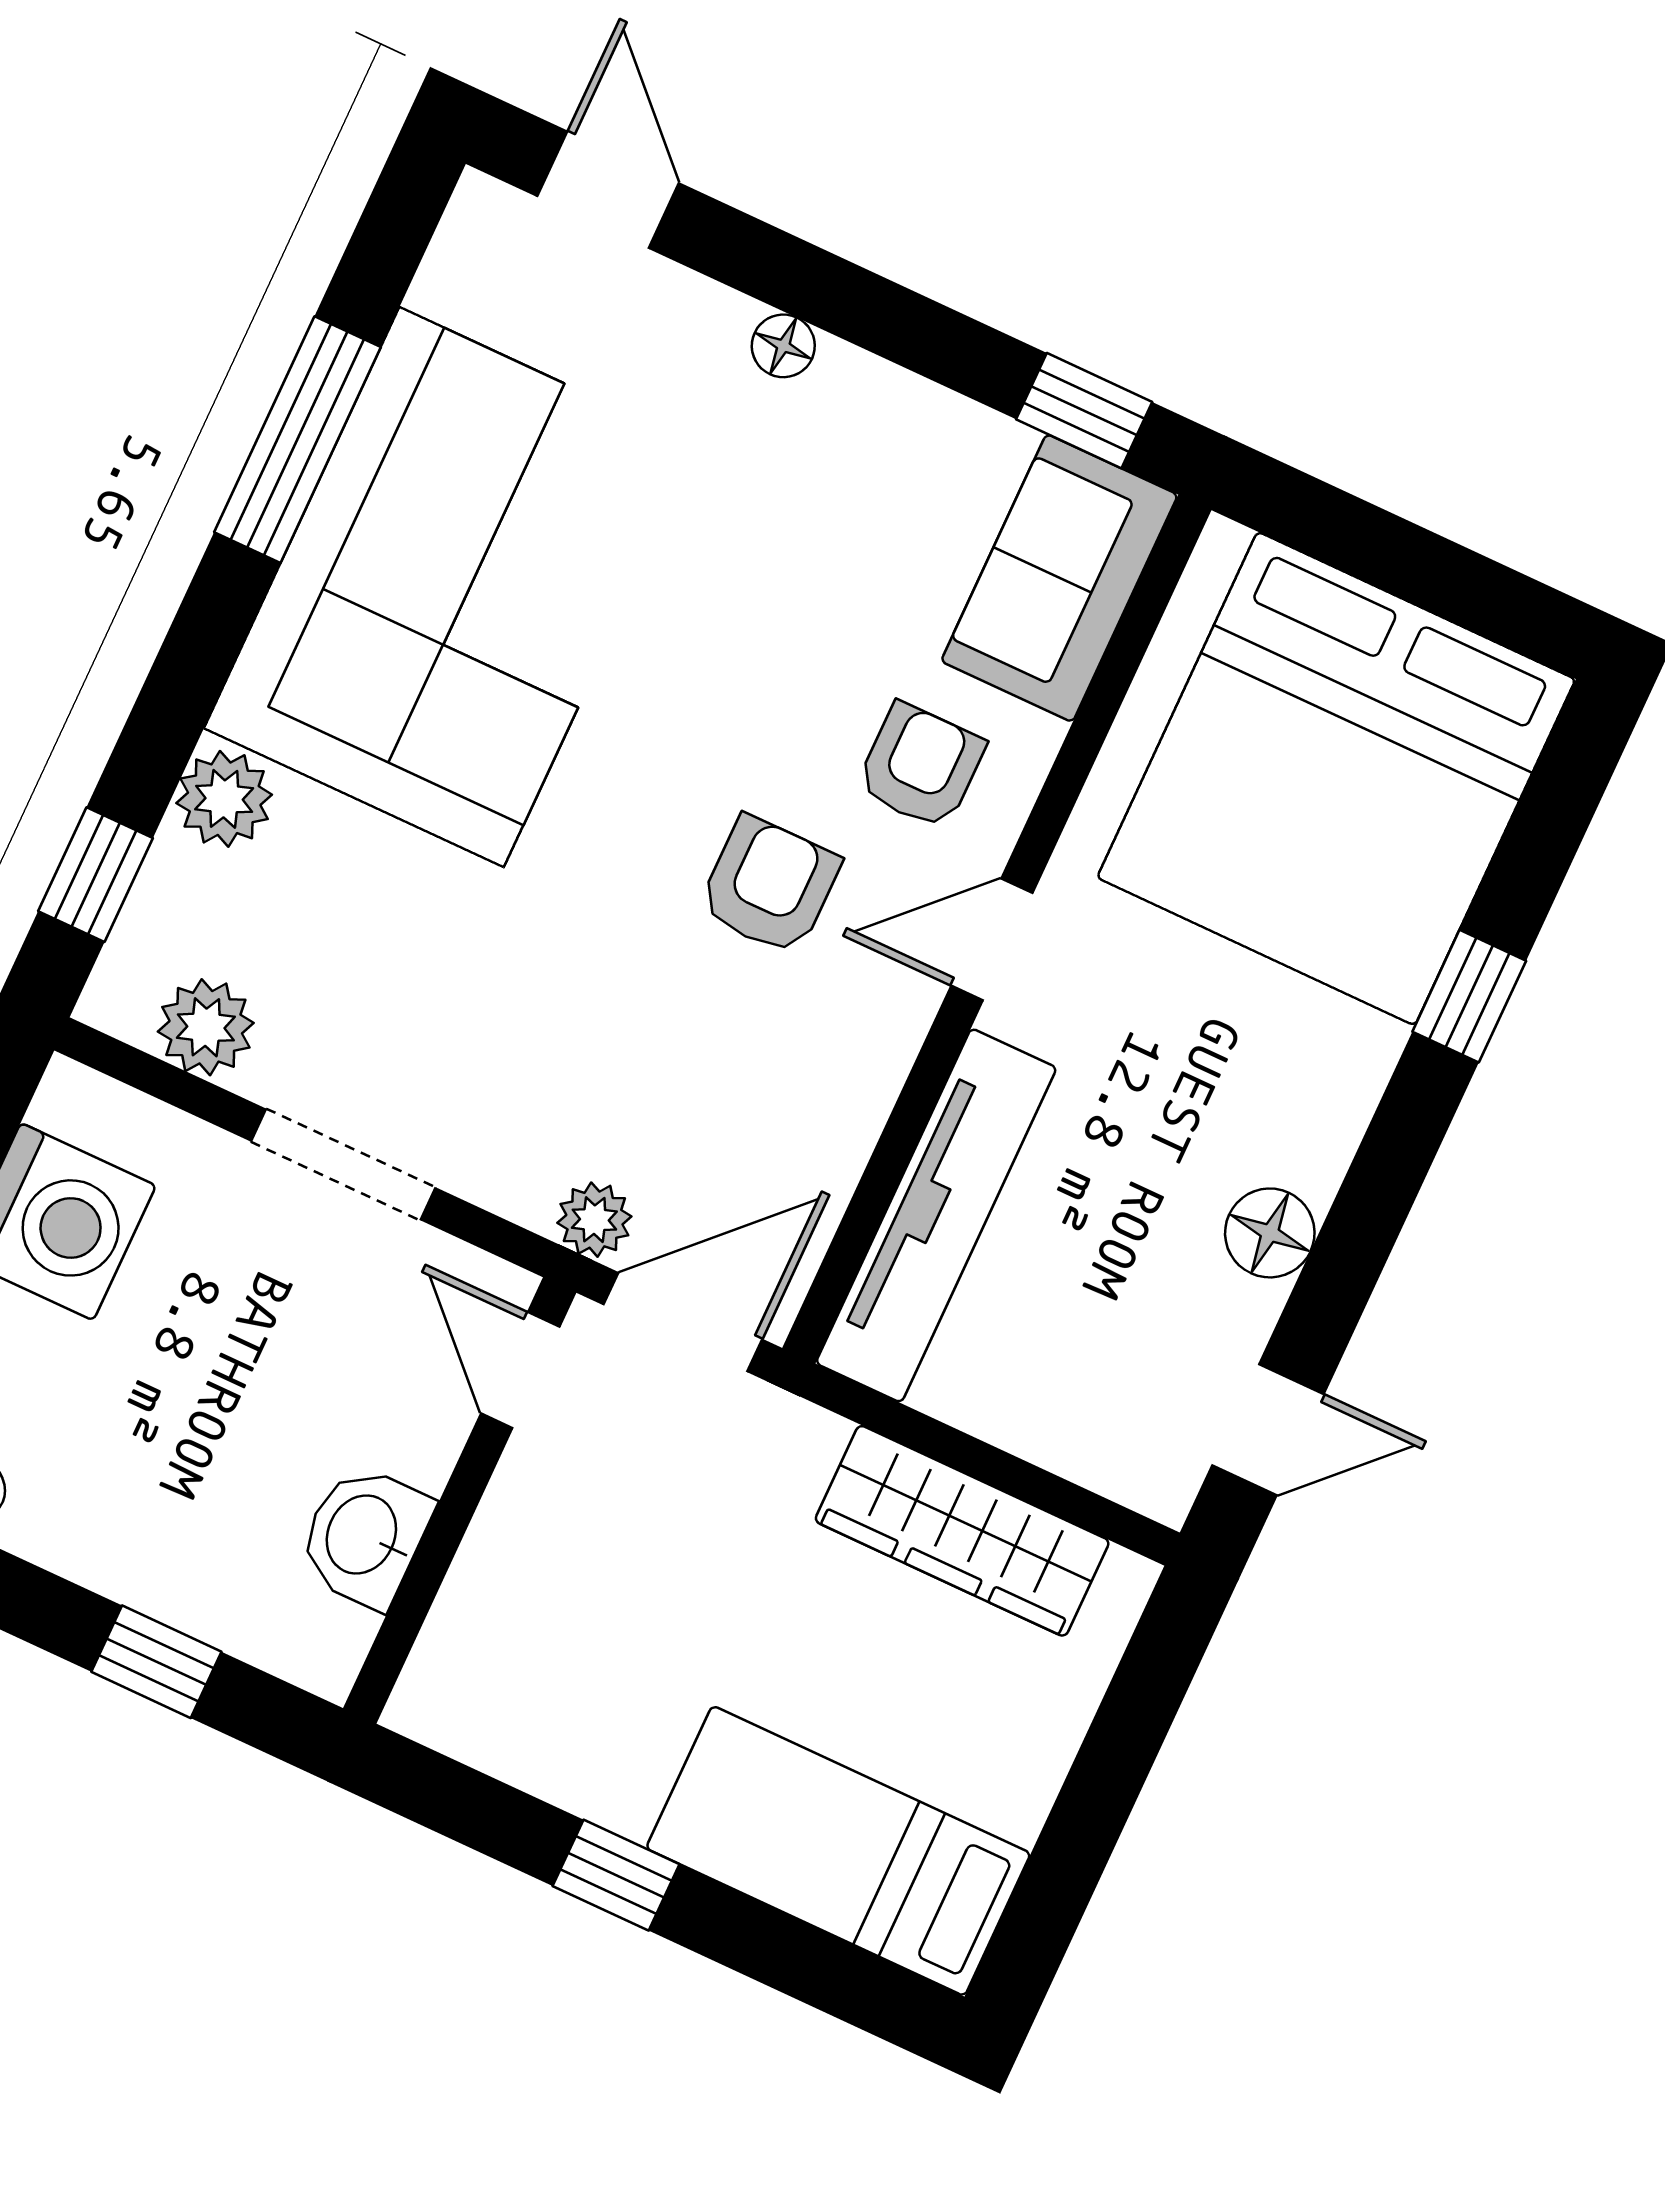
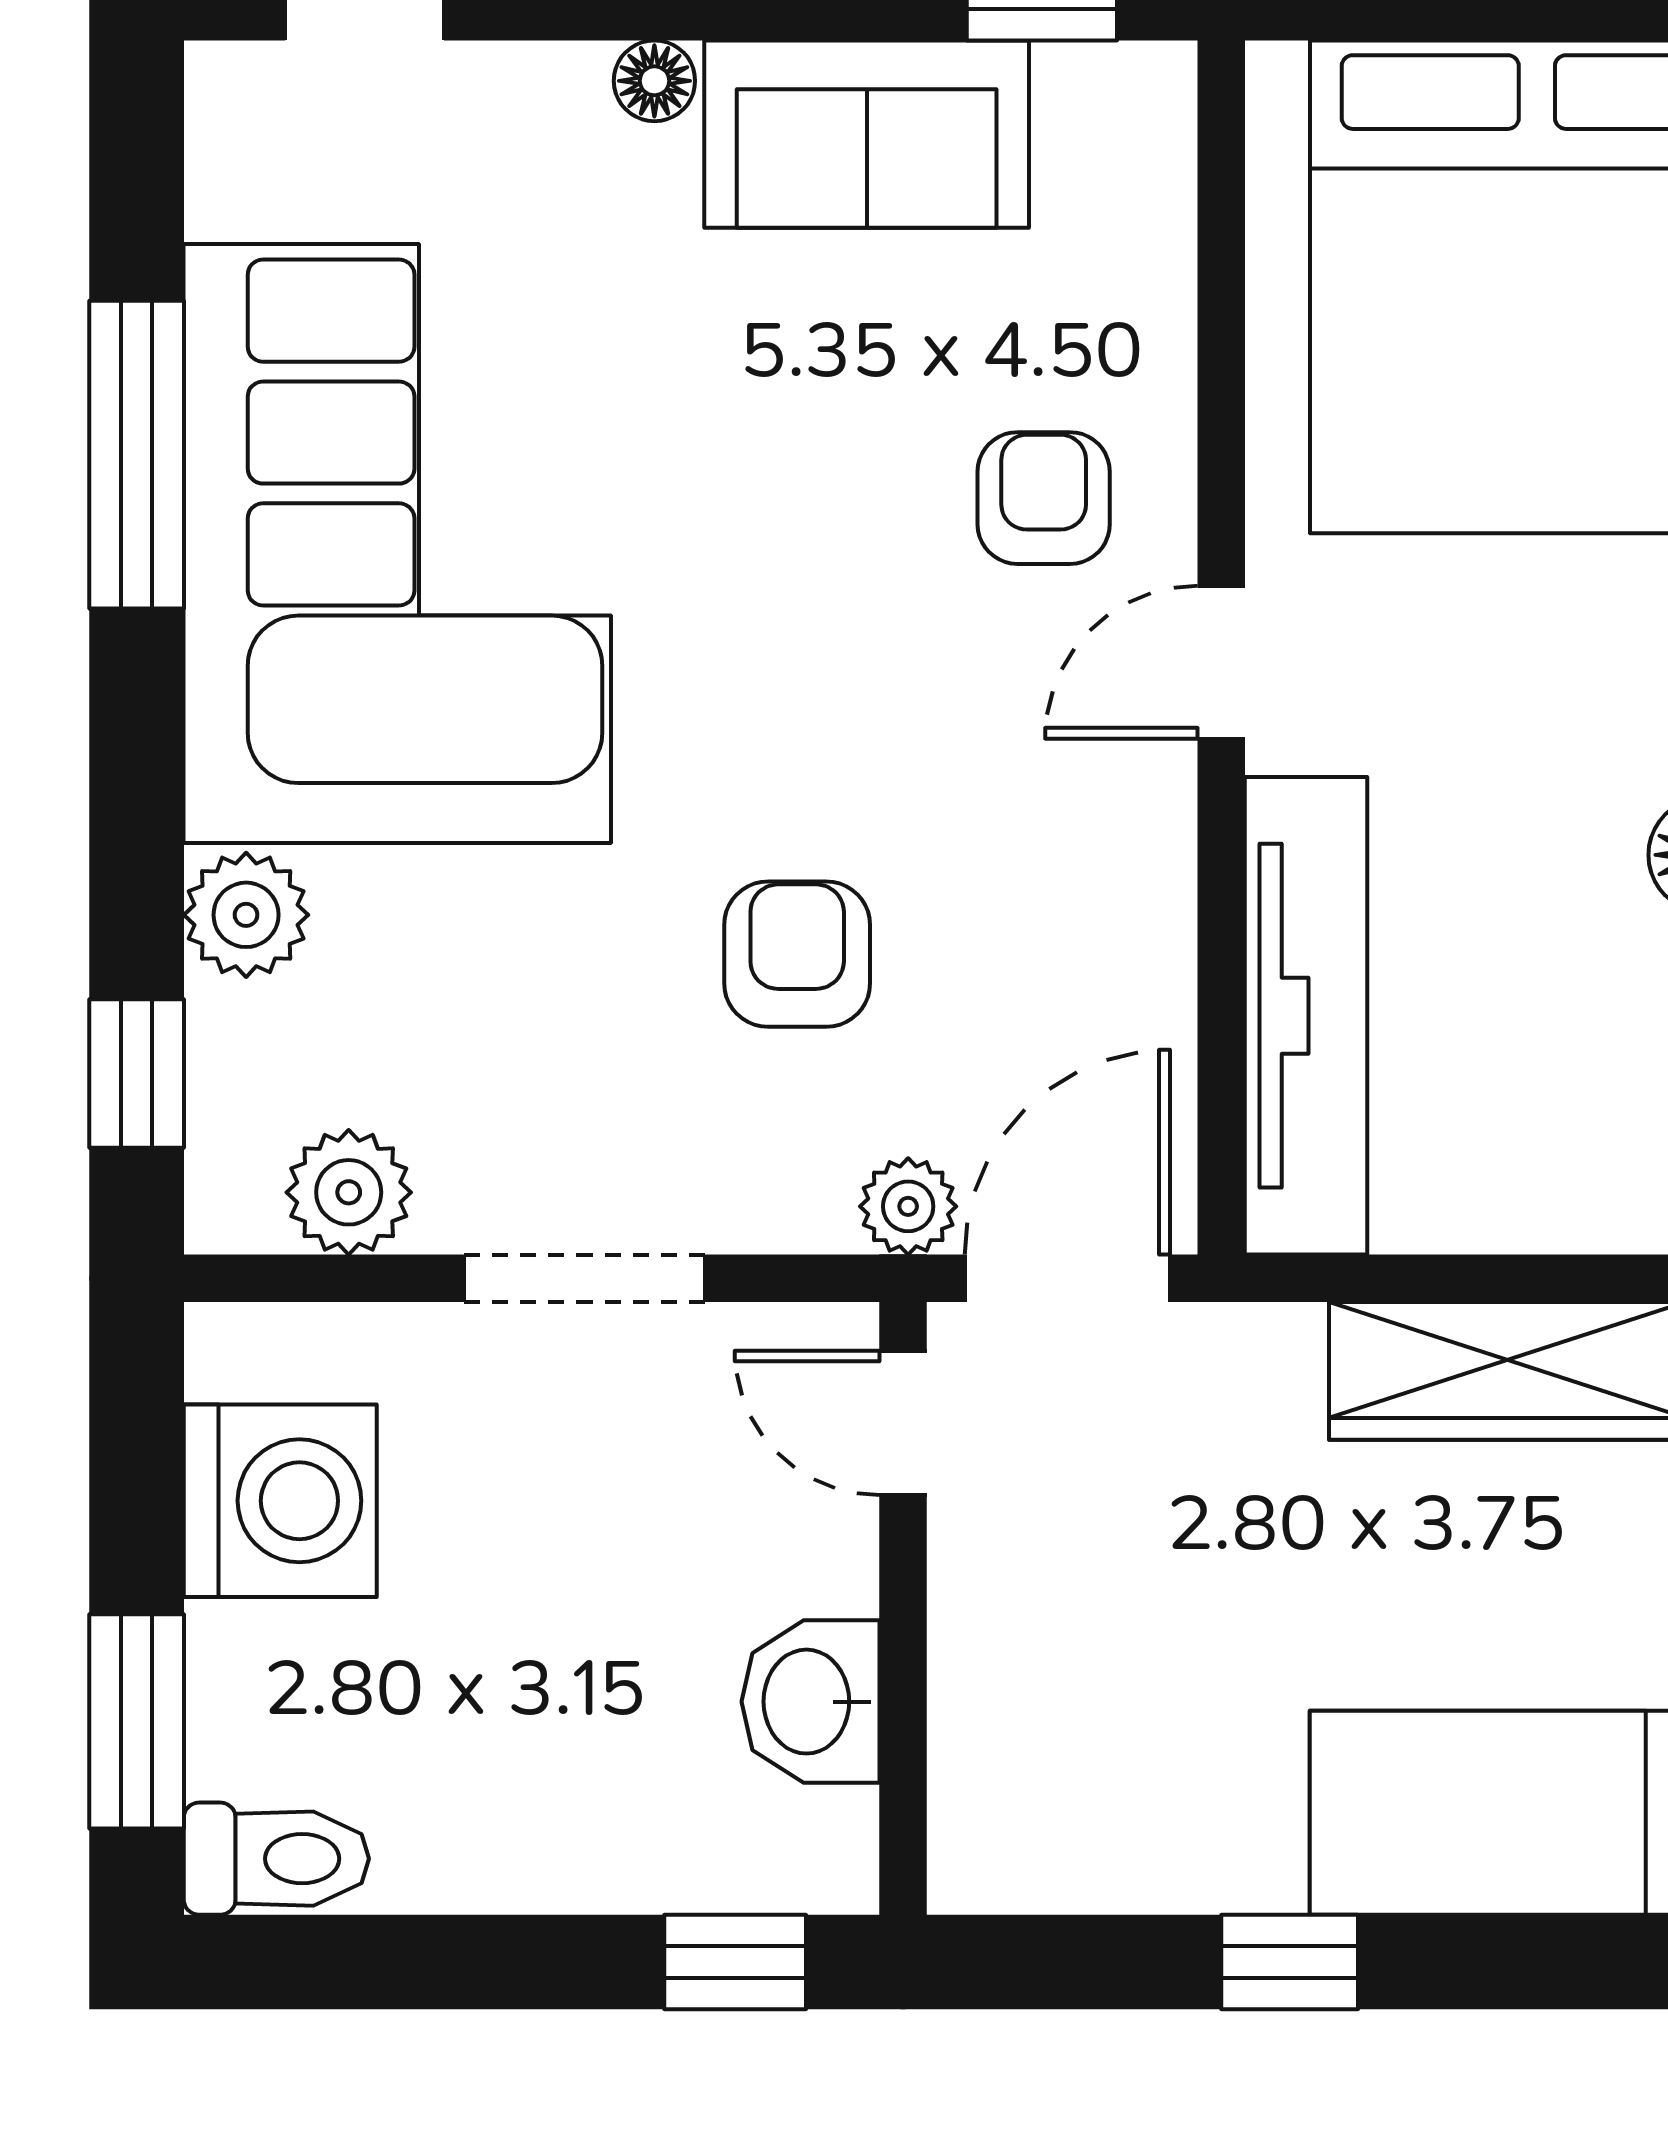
sofa: (1059, 578) -> (867, 134), moved, turned -90
armchair: (769, 885) -> (797, 954), moved
window: (156, 1662) -> (735, 1962), moved

